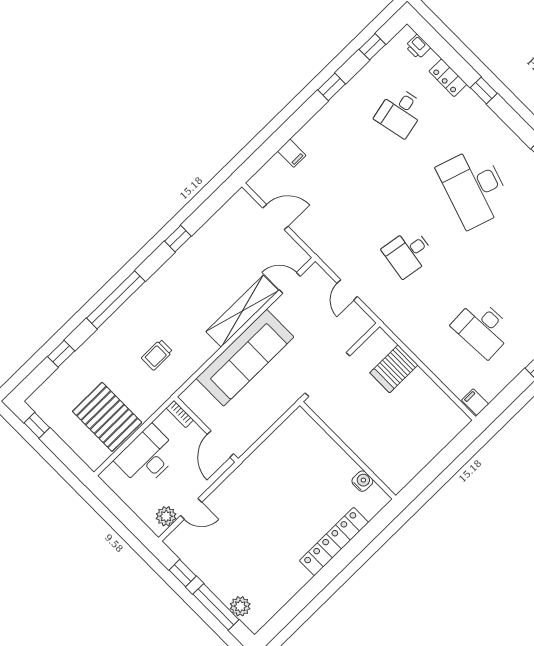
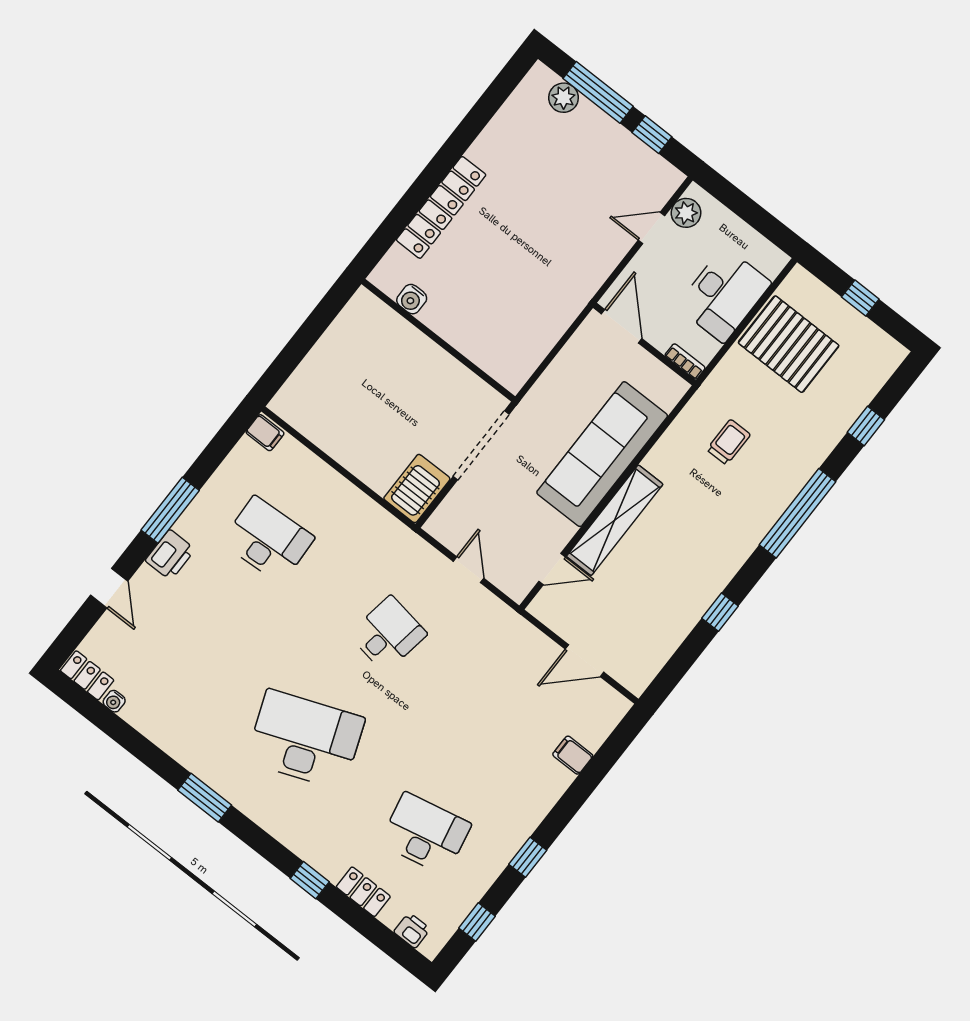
desk: (400, 112) -> (425, 834), width x1.37
desk: (474, 188) -> (305, 740), turned -39
server rack: (394, 369) -> (417, 489), moved
window: (37, 425) -> (860, 298), moved

